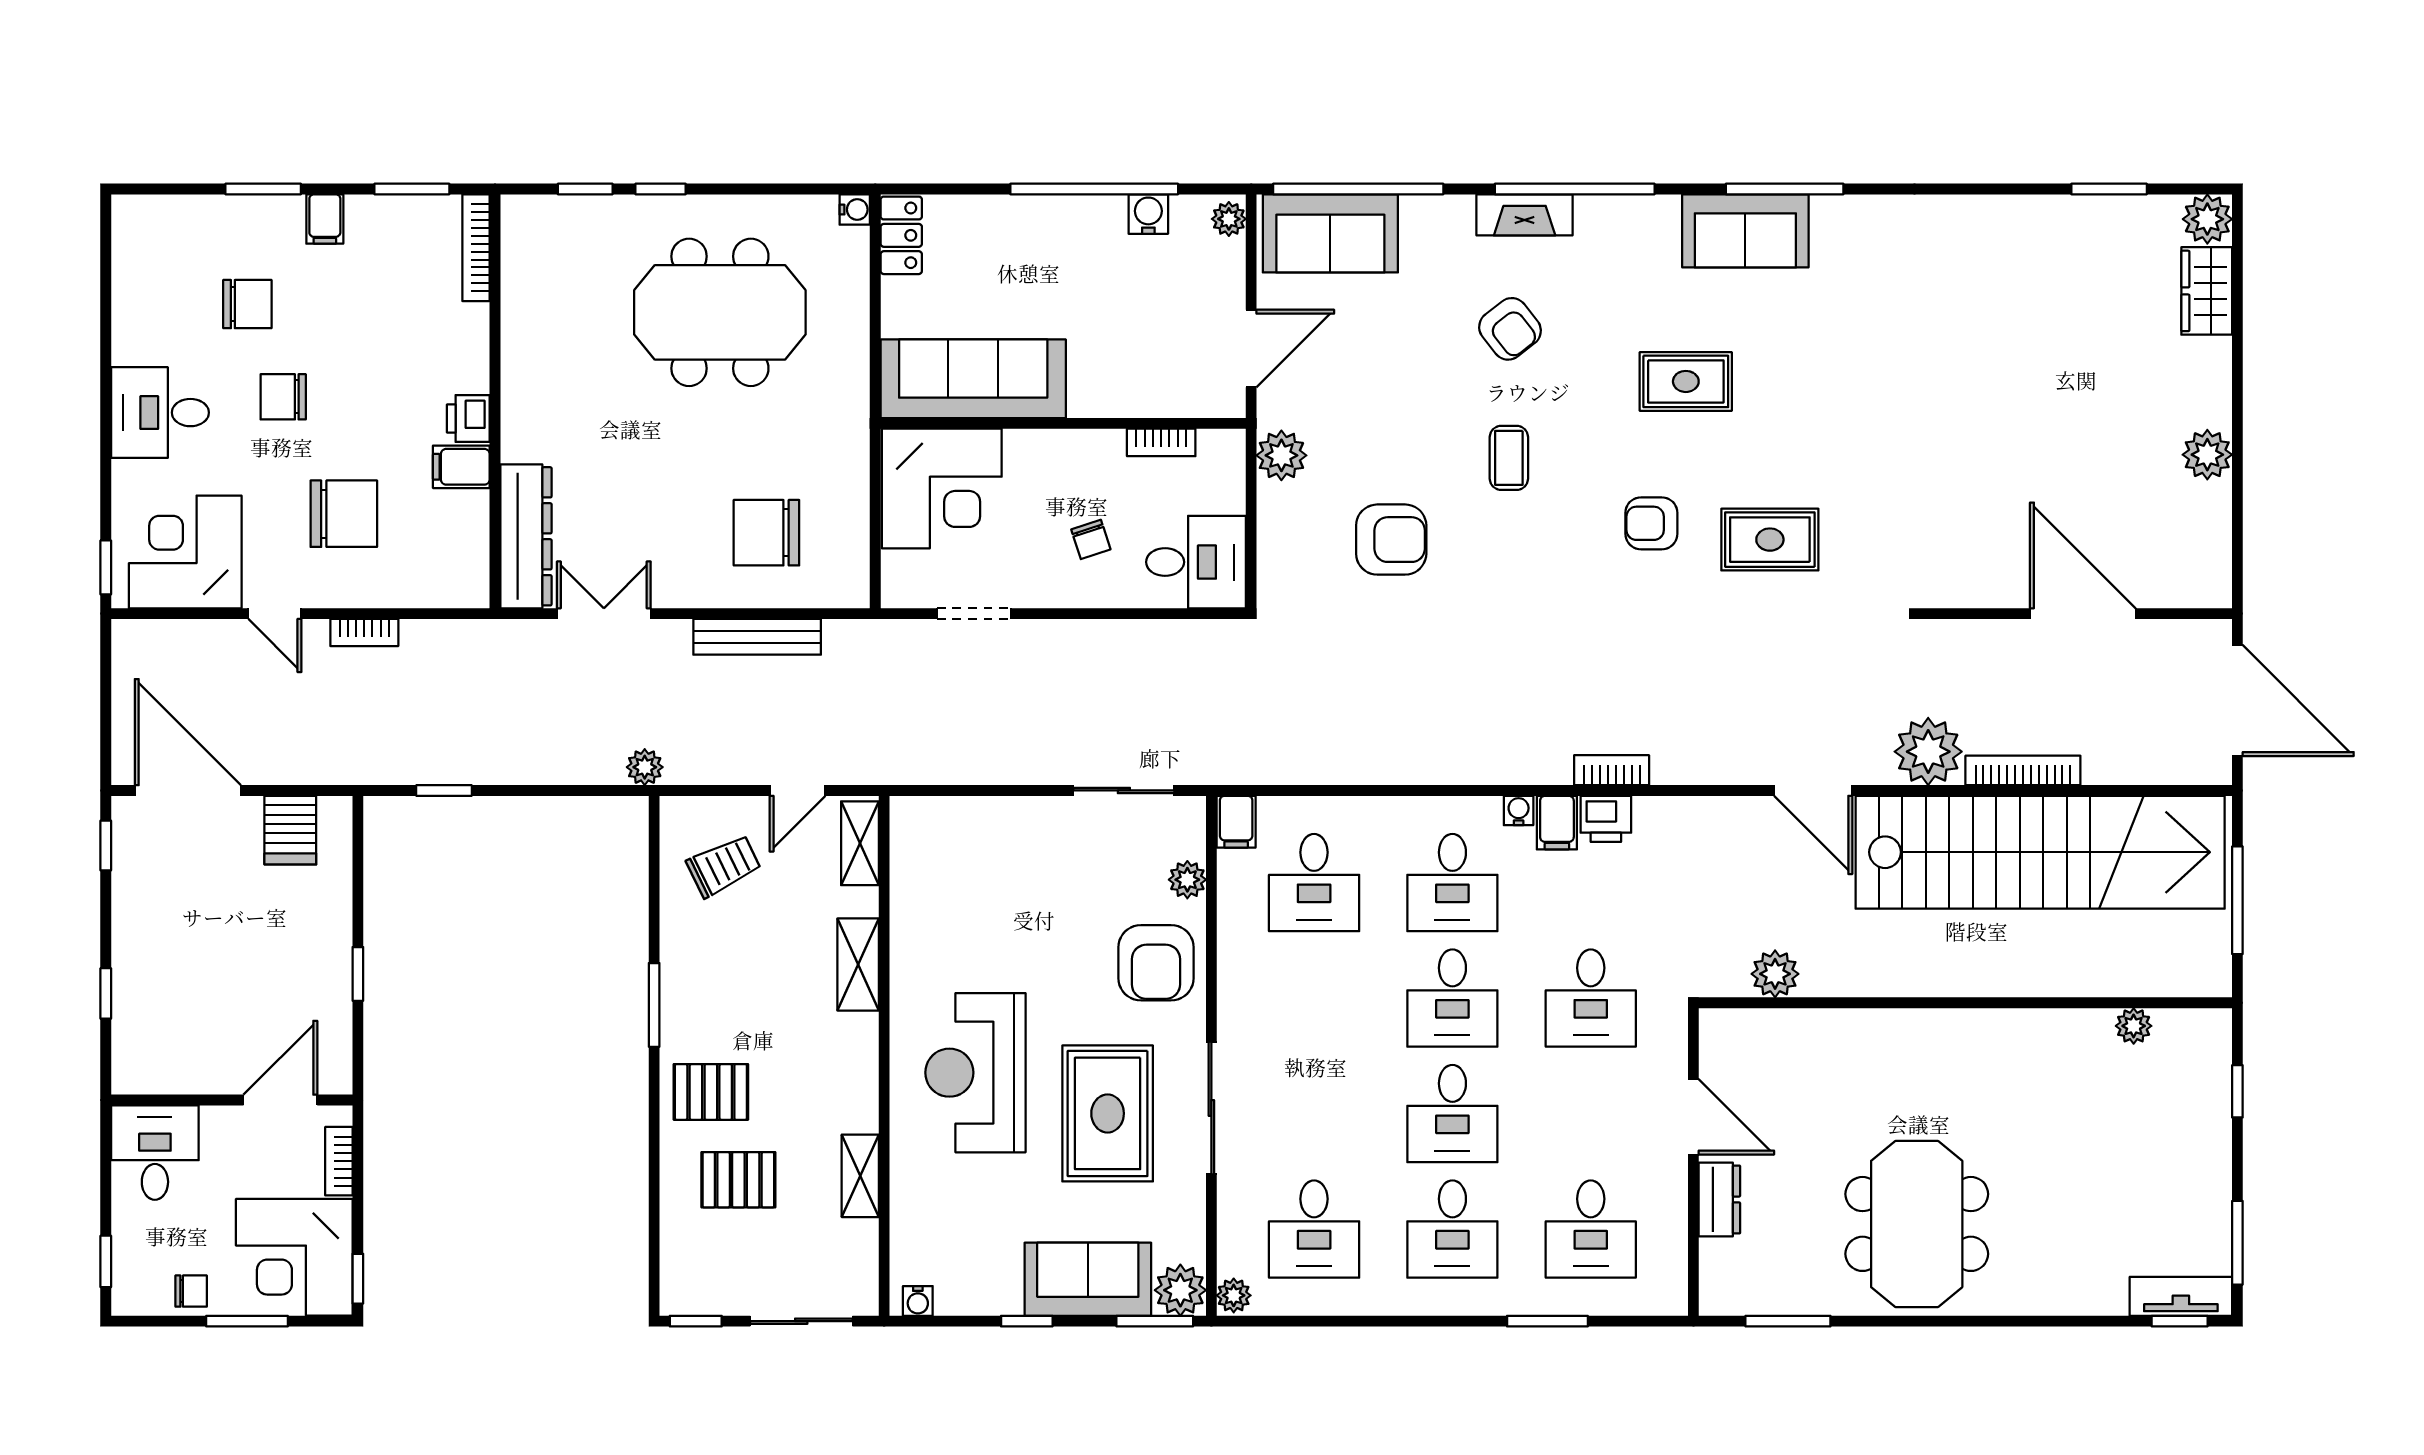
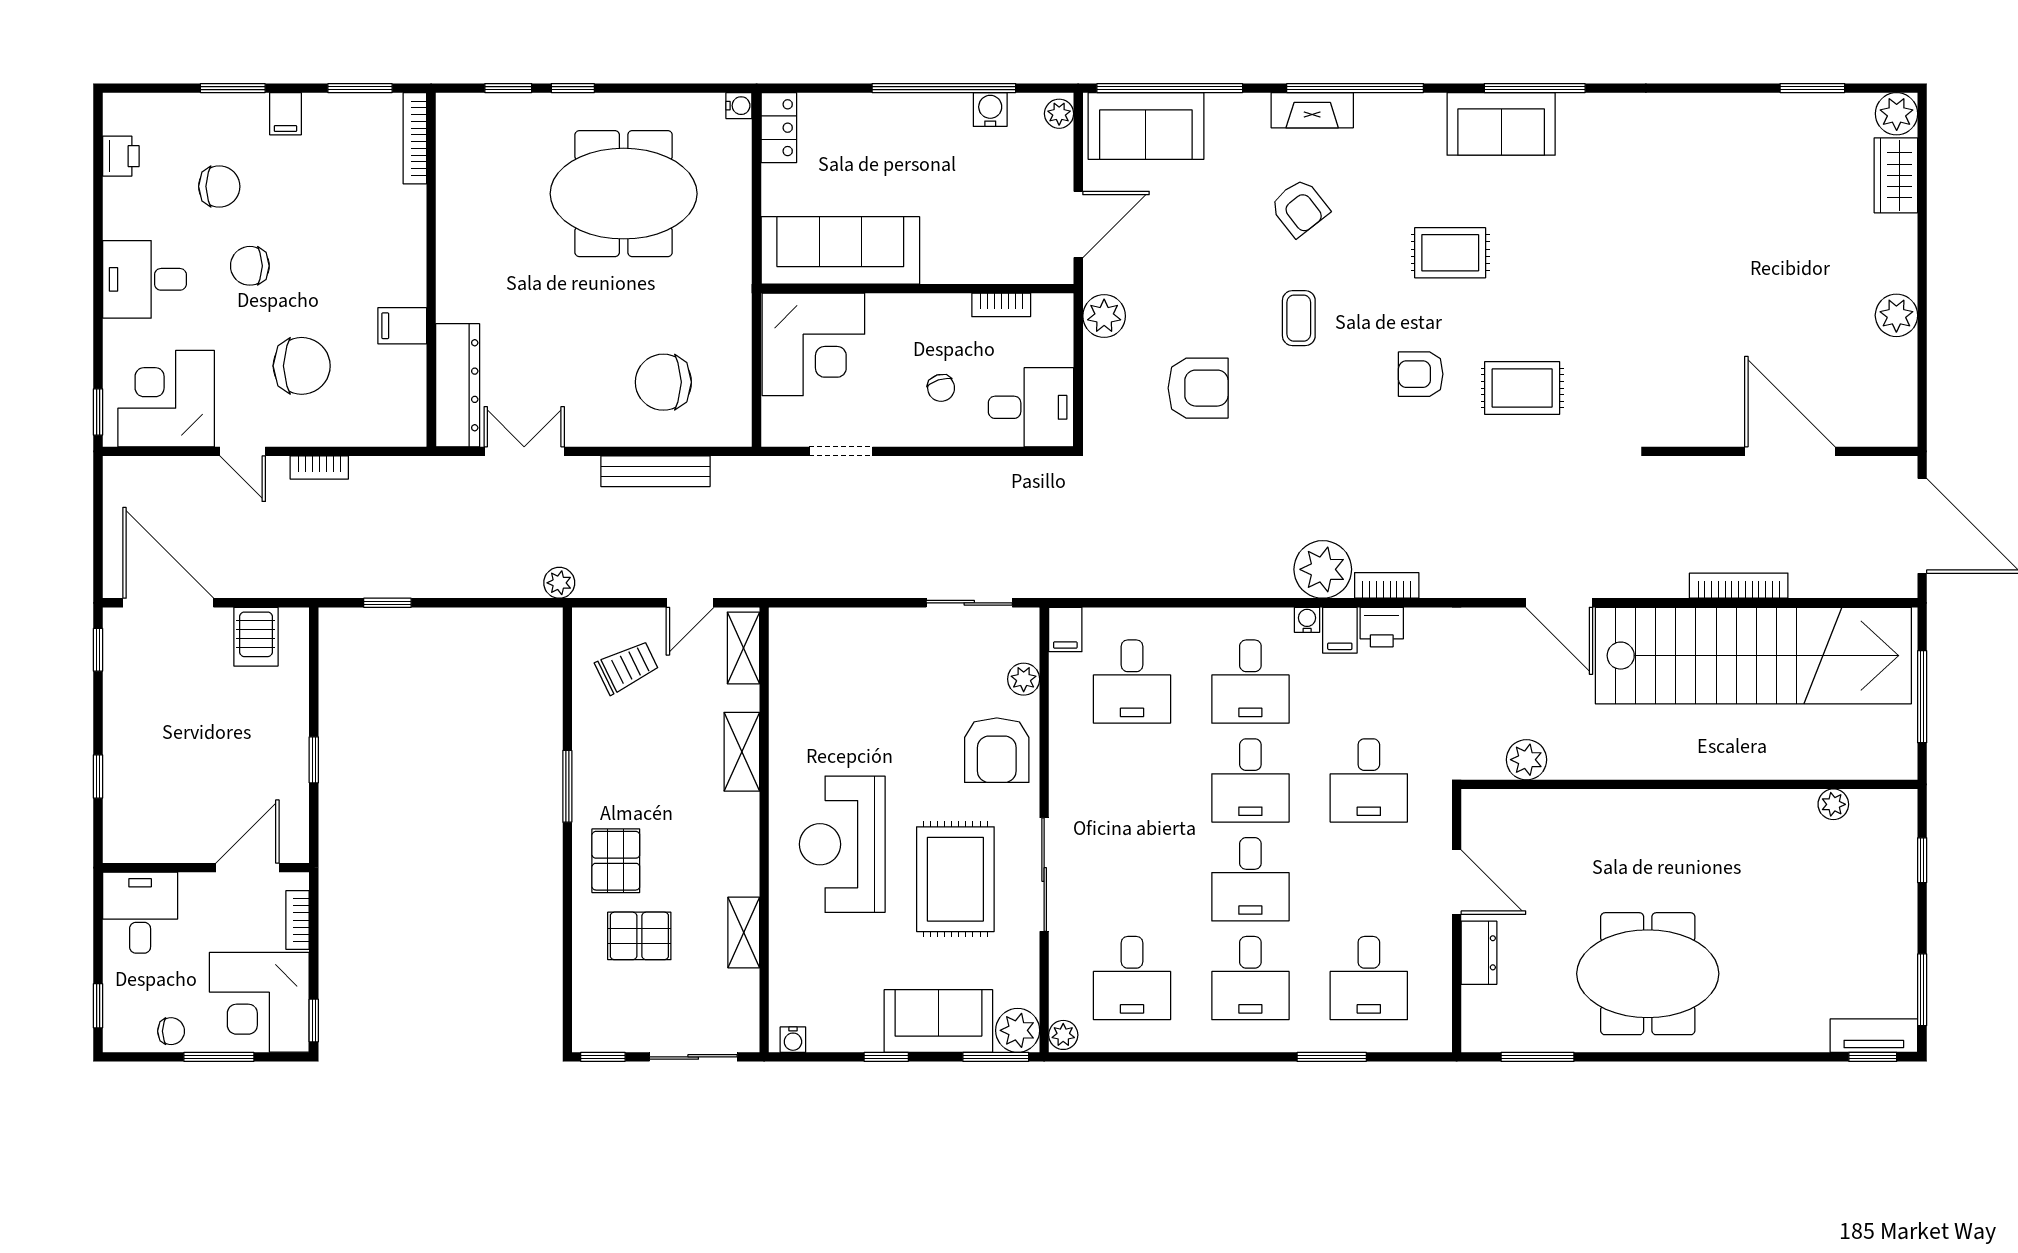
printer: (468, 419) -> (121, 156), moved, turned 180
plant: (1928, 752) -> (1323, 569), moved
pallet: (711, 1092) -> (616, 861), turned 90
meeting table: (1917, 1224) -> (1648, 974), turned 90

